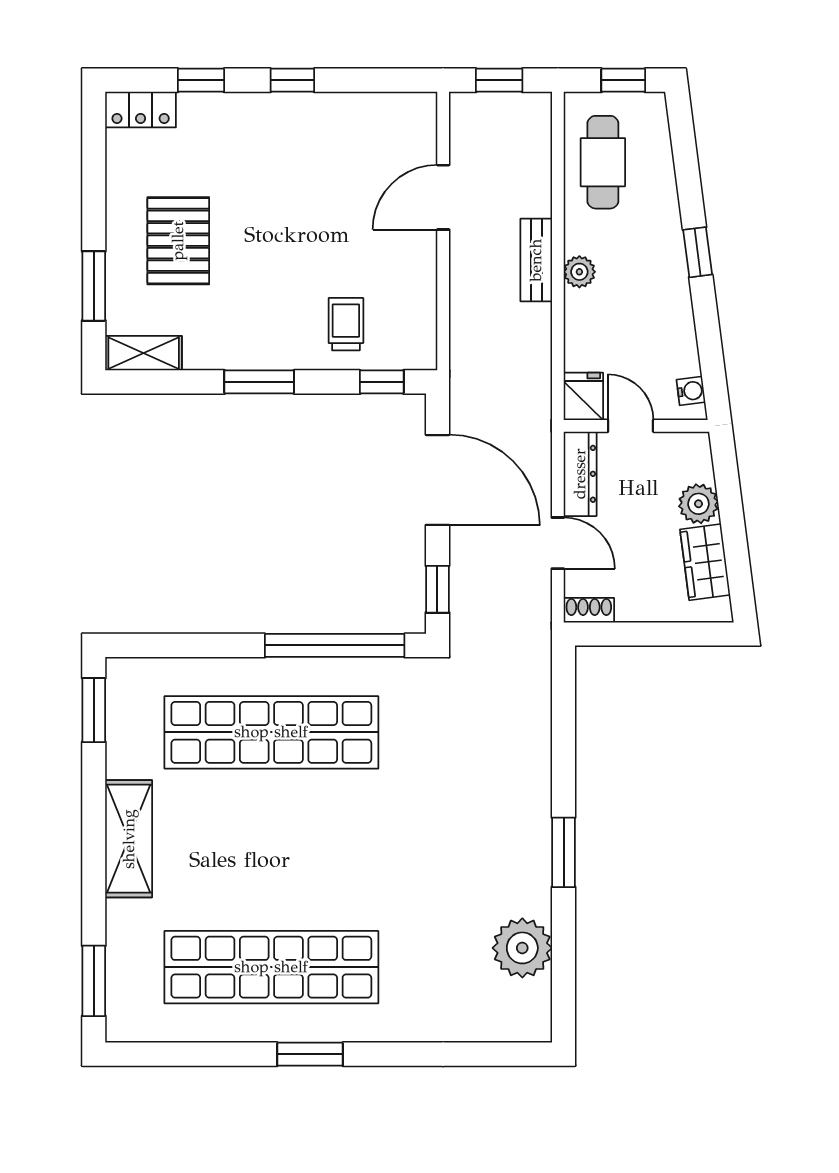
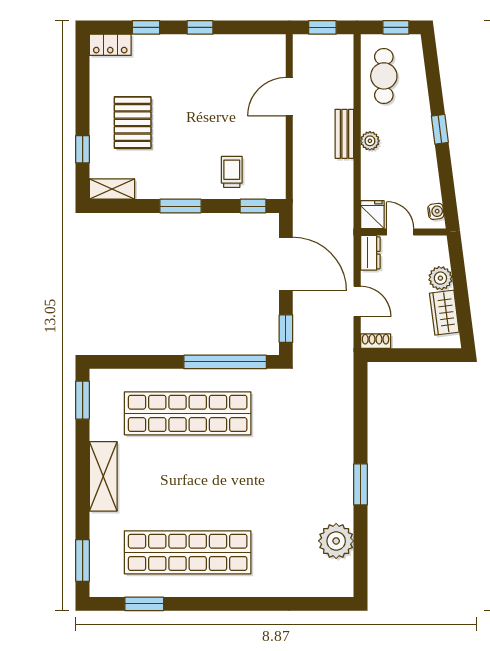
window: (94, 286) -> (83, 149), width x0.67
dresser: (580, 474) -> (370, 253), width x0.70
window: (310, 1054) -> (144, 604), moved

